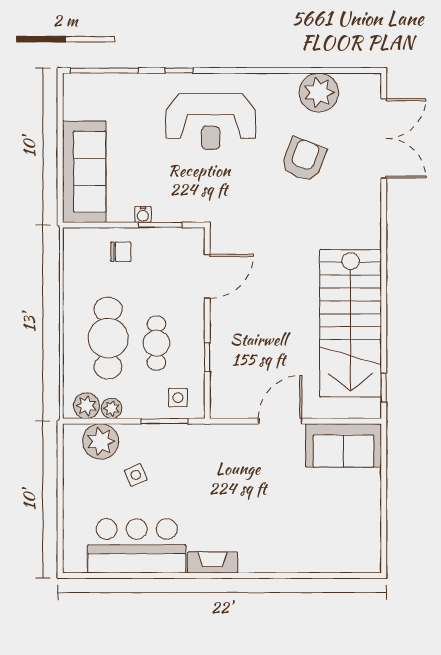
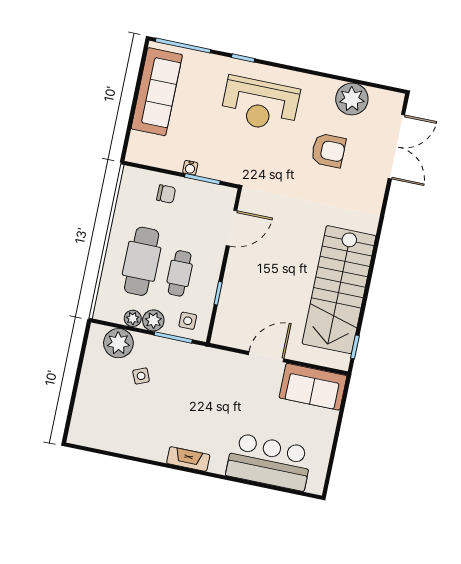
armchair: (304, 160) -> (328, 150), turned 69
sofa: (84, 172) -> (157, 92), moved
plant: (86, 406) -> (153, 320), moved
bar counter: (137, 546) -> (269, 462), moved

